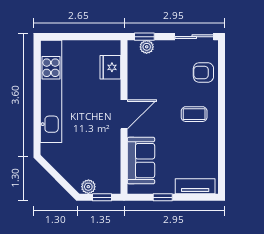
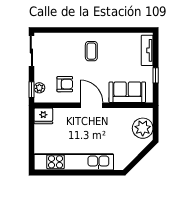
fridge: (110, 67) -> (43, 116), moved
armchair: (203, 72) -> (65, 84), moved, turned -90
plant: (88, 187) -> (143, 128), width x1.88, depth x1.88
window: (102, 197) -> (156, 122), removed

